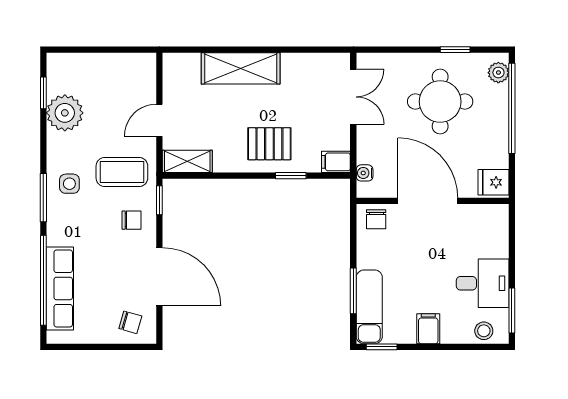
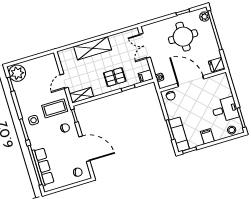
double door: (353, 97) -> (145, 46), swing flipped
plant: (65, 113) -> (17, 73), moved

